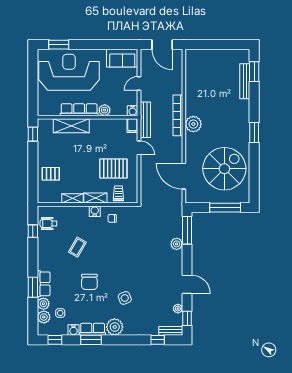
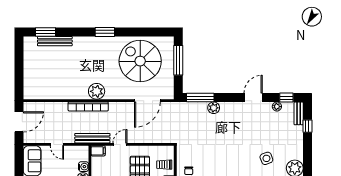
water cooler: (133, 111) -> (84, 167), moved

